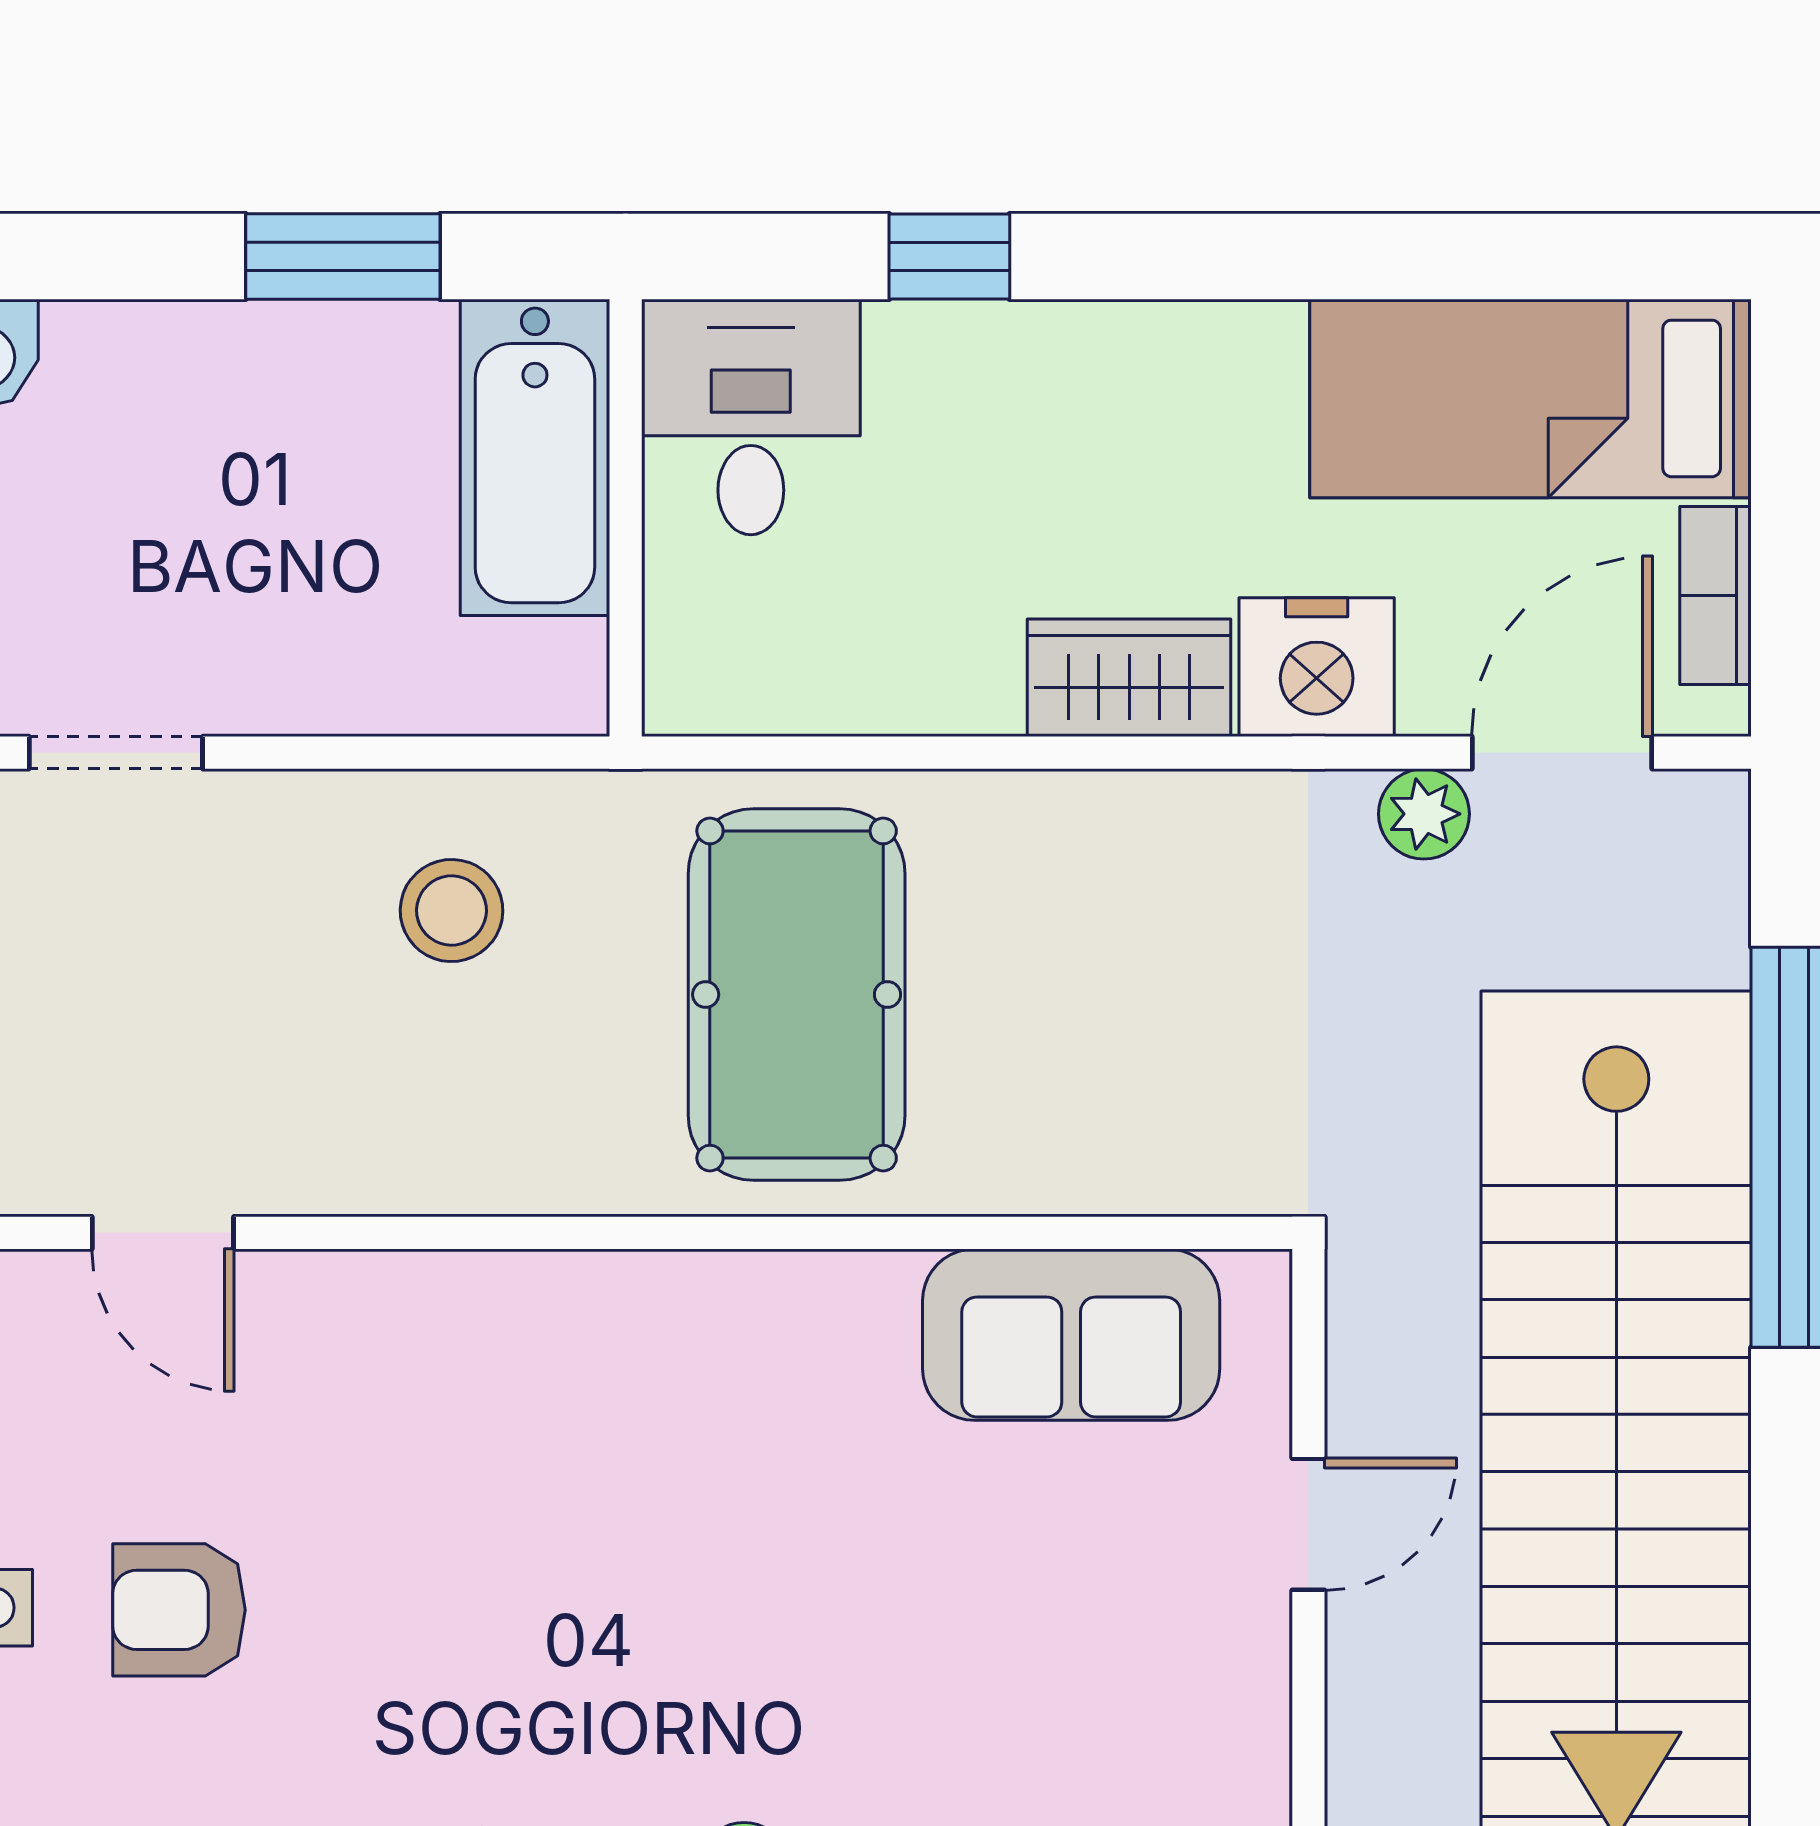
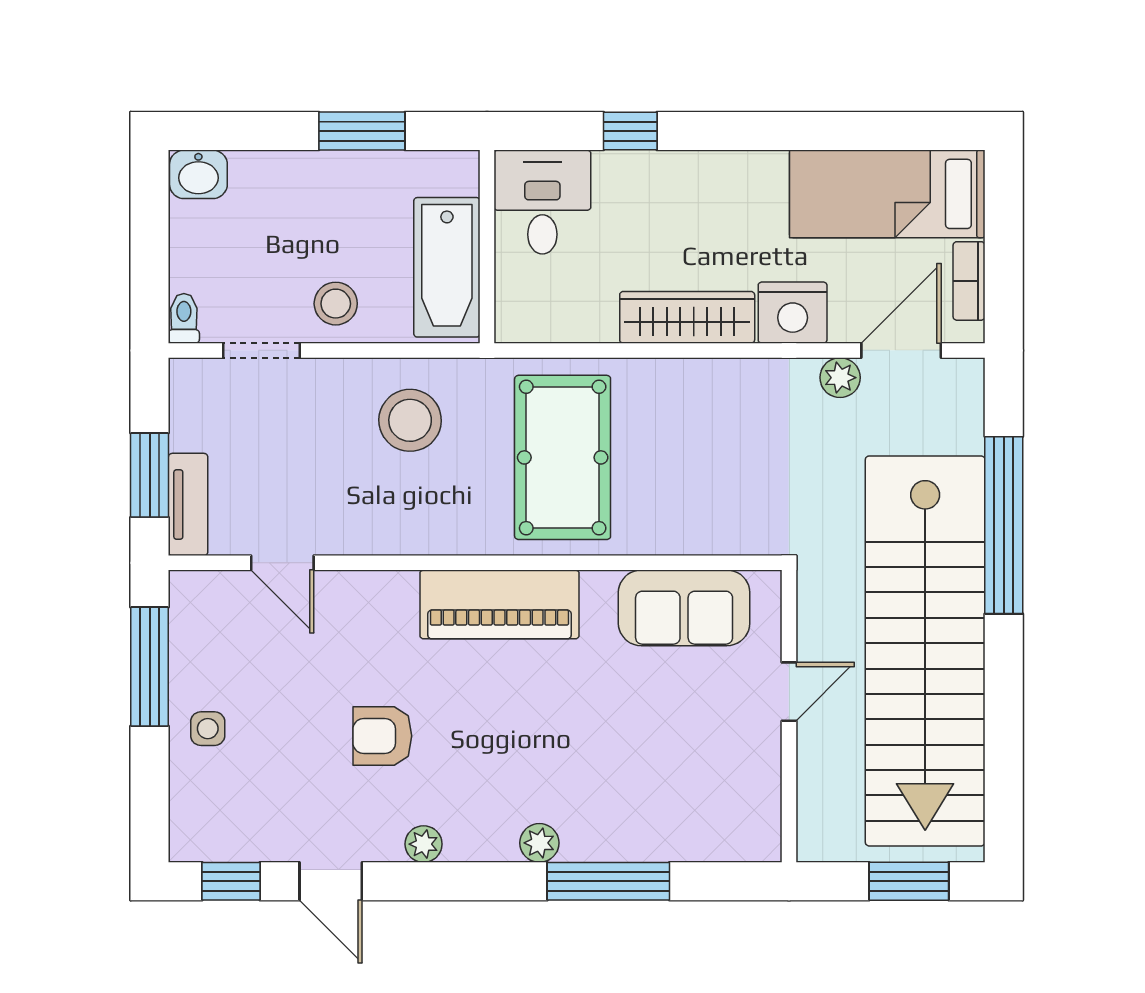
bathtub: (535, 457) -> (447, 267), moved
stool: (283, 647) -> (336, 304), added
wardrobe: (1129, 678) -> (687, 317), width x1.50
stool: (452, 911) -> (410, 420), width x1.38, depth x1.38
piano: (654, 1327) -> (499, 604), added
armchair: (179, 1610) -> (382, 736), moved

